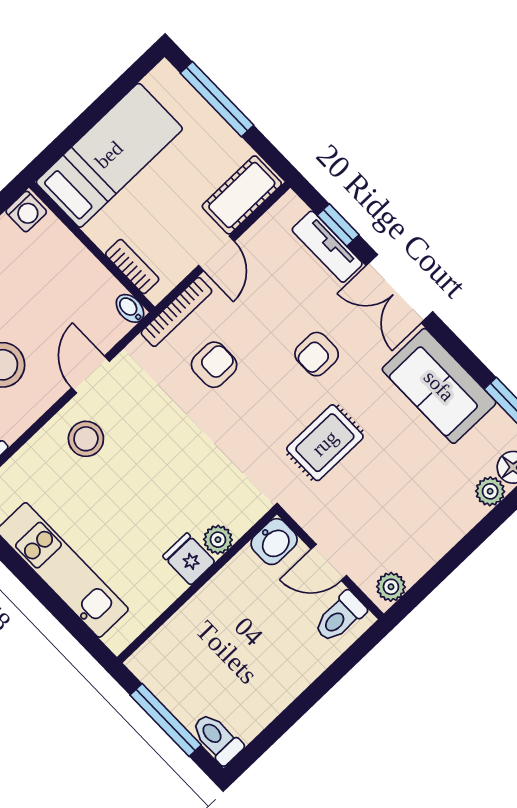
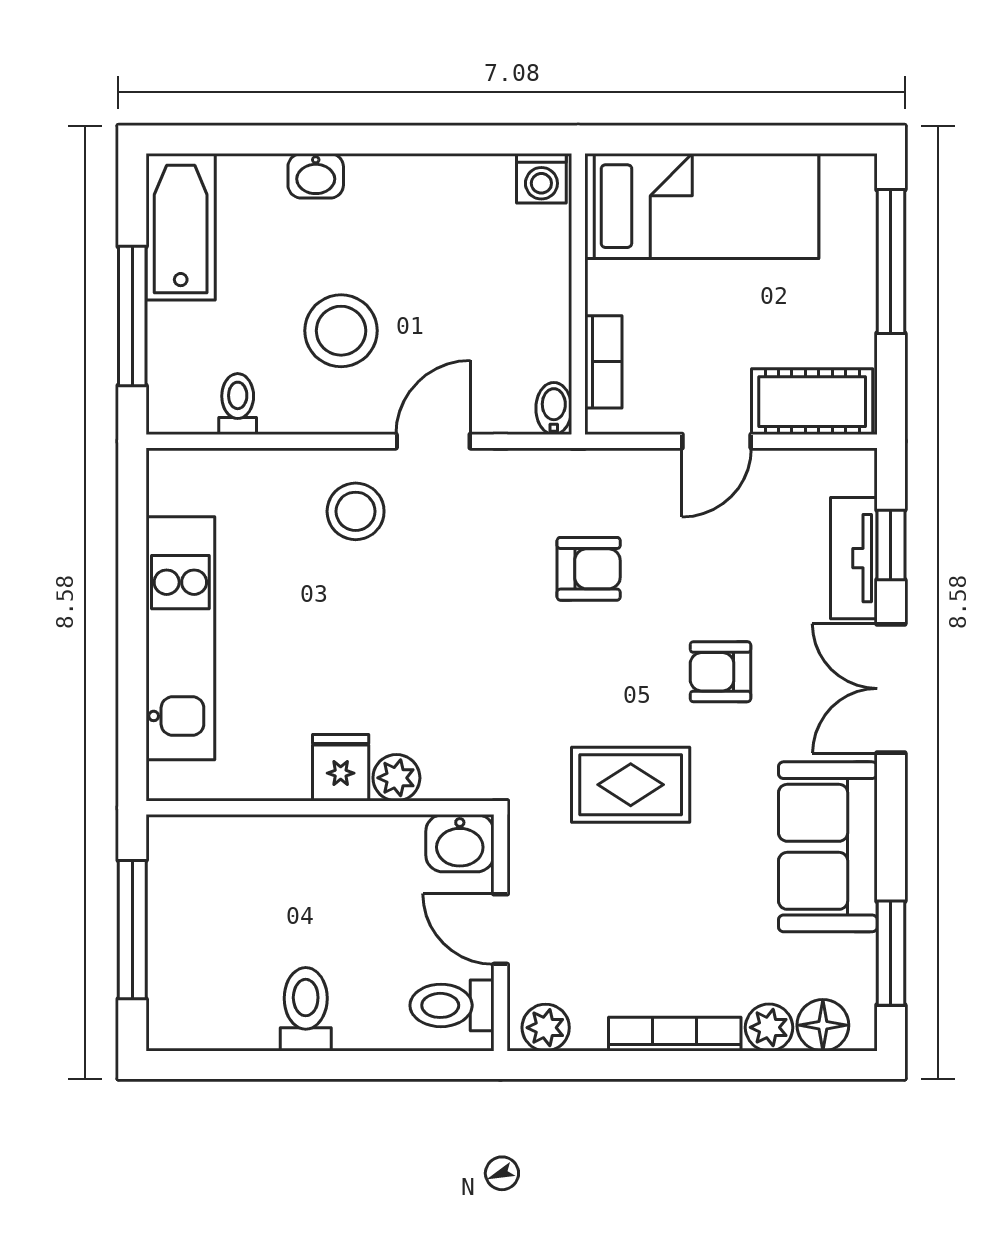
bookcase: (176, 312) -> (675, 1034), moved, turned 180
toilet: (217, 739) -> (306, 1009), moved

